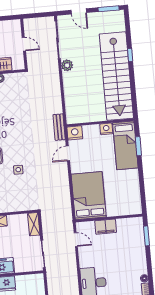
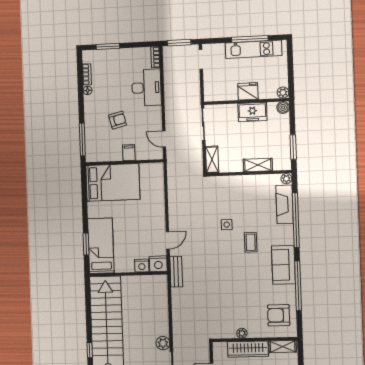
nightstand: (106, 129) -> (142, 266), moved
bed: (89, 196) -> (113, 182), moved, turned -90
filing cabinet: (106, 227) -> (129, 153), width x0.50
window: (147, 236) -> (82, 139), width x1.44
armchair: (117, 254) -> (118, 120), added

